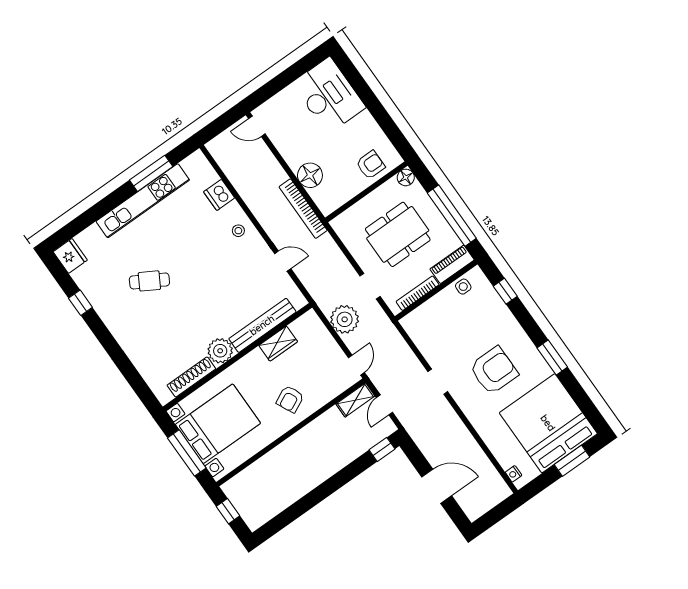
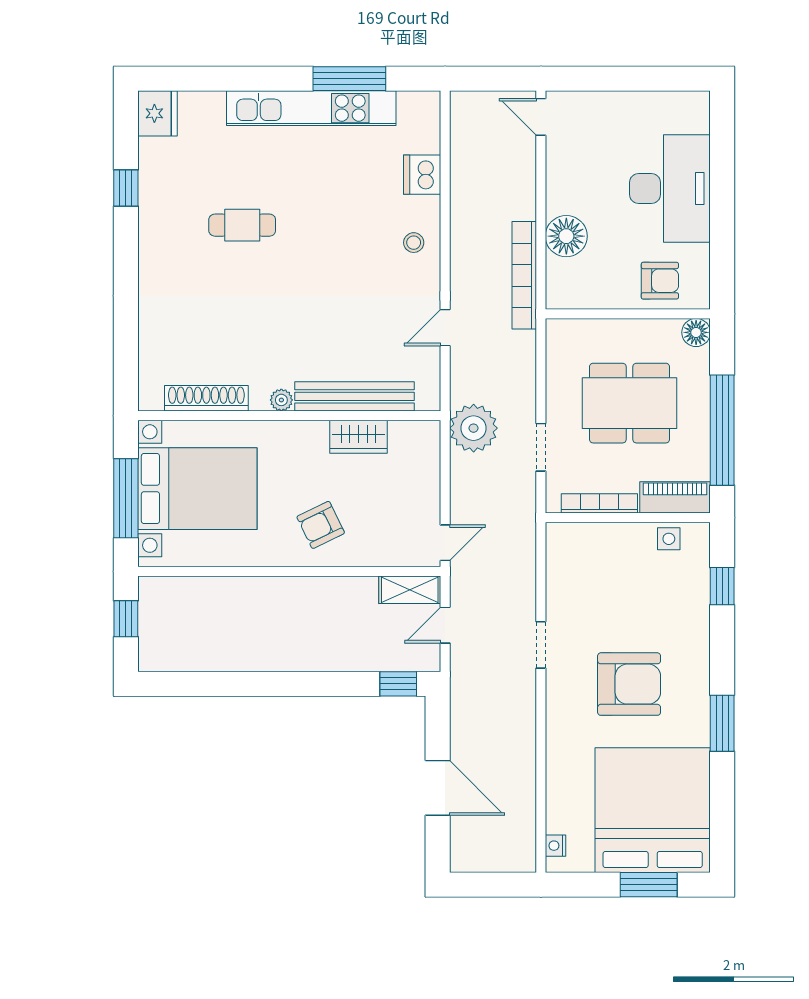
desk: (329, 95) -> (670, 188), moved
door: (283, 261) -> (445, 328), swing flipped
cafe table: (149, 281) -> (242, 225), turned -30
plant: (345, 319) -> (474, 428), moved
plant: (220, 351) -> (281, 400), width x0.53, depth x0.53

